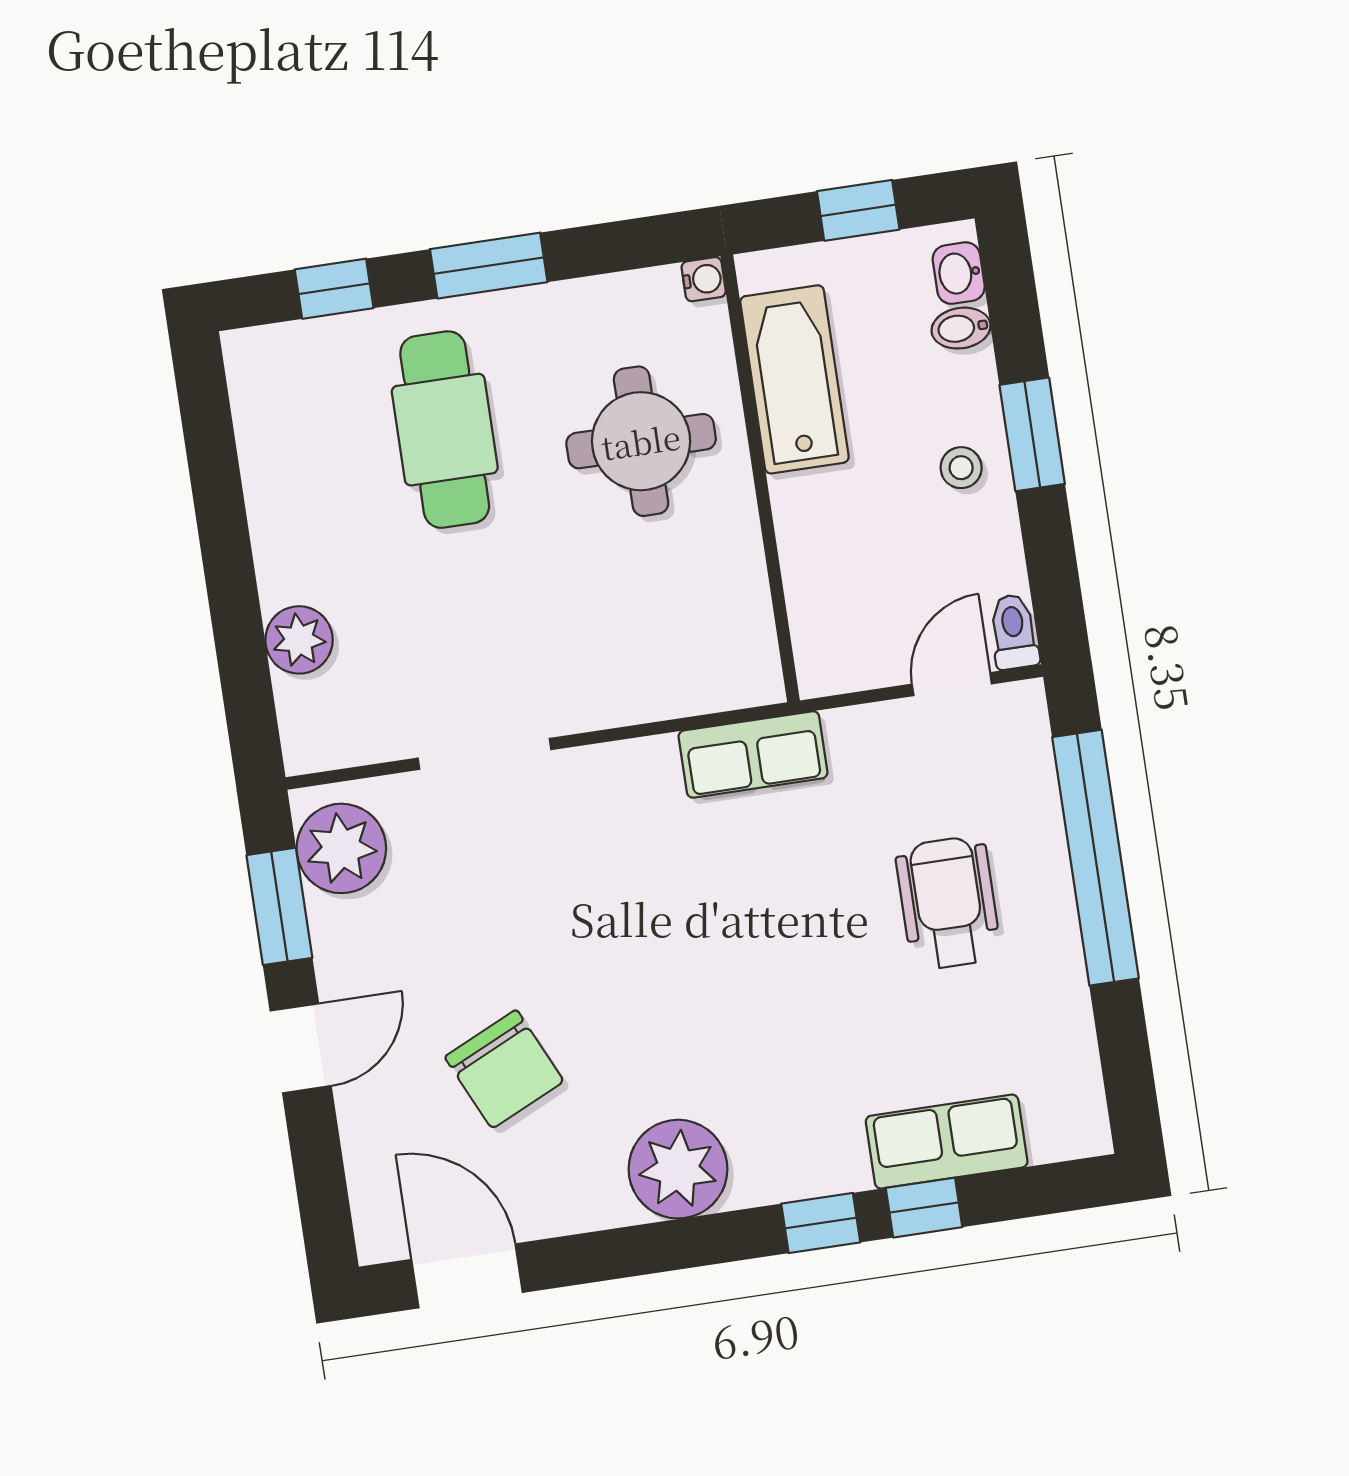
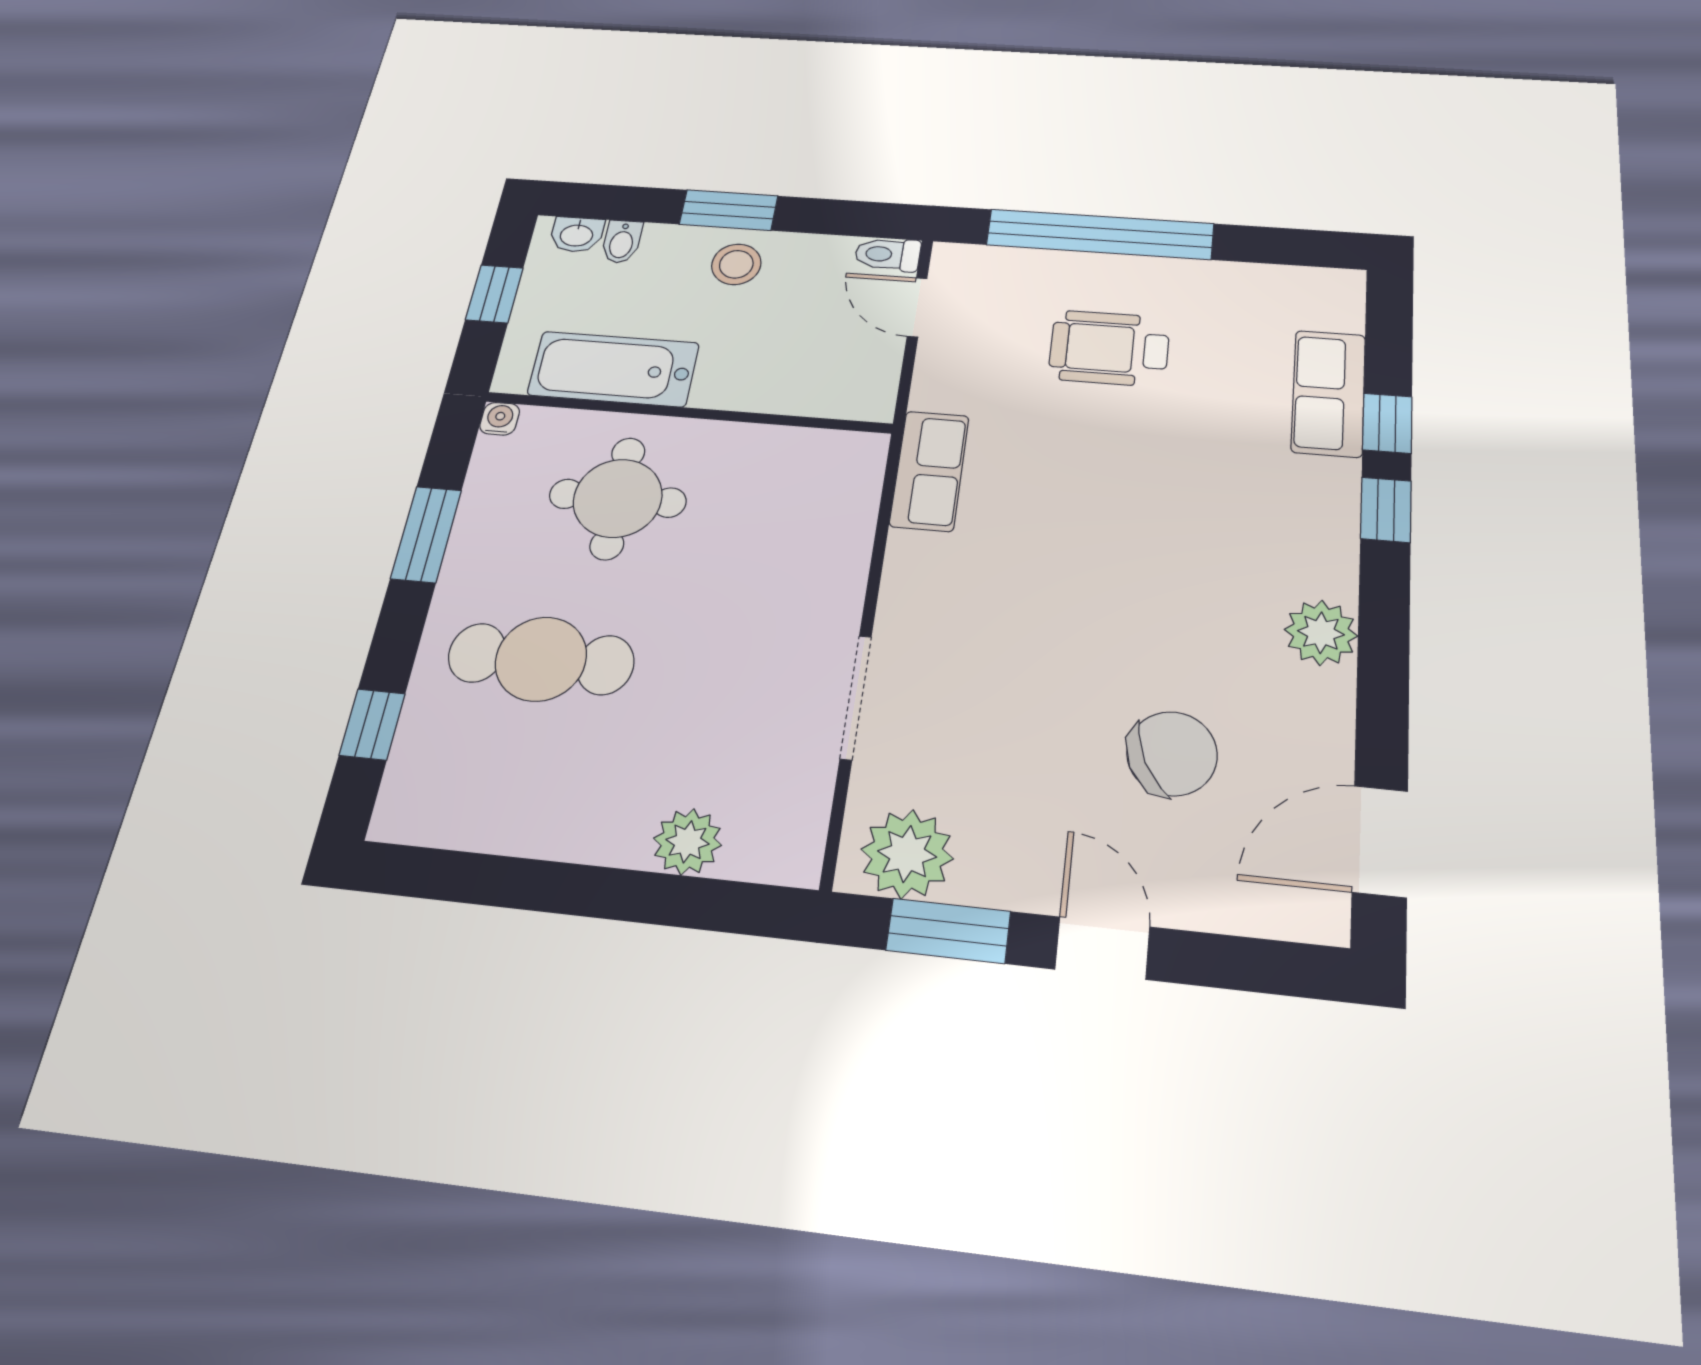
window: (489, 266) -> (426, 534), moved
stool: (961, 468) -> (736, 264), width x1.37, depth x1.37
plant: (678, 1169) -> (1321, 633), width x0.73, depth x0.73

